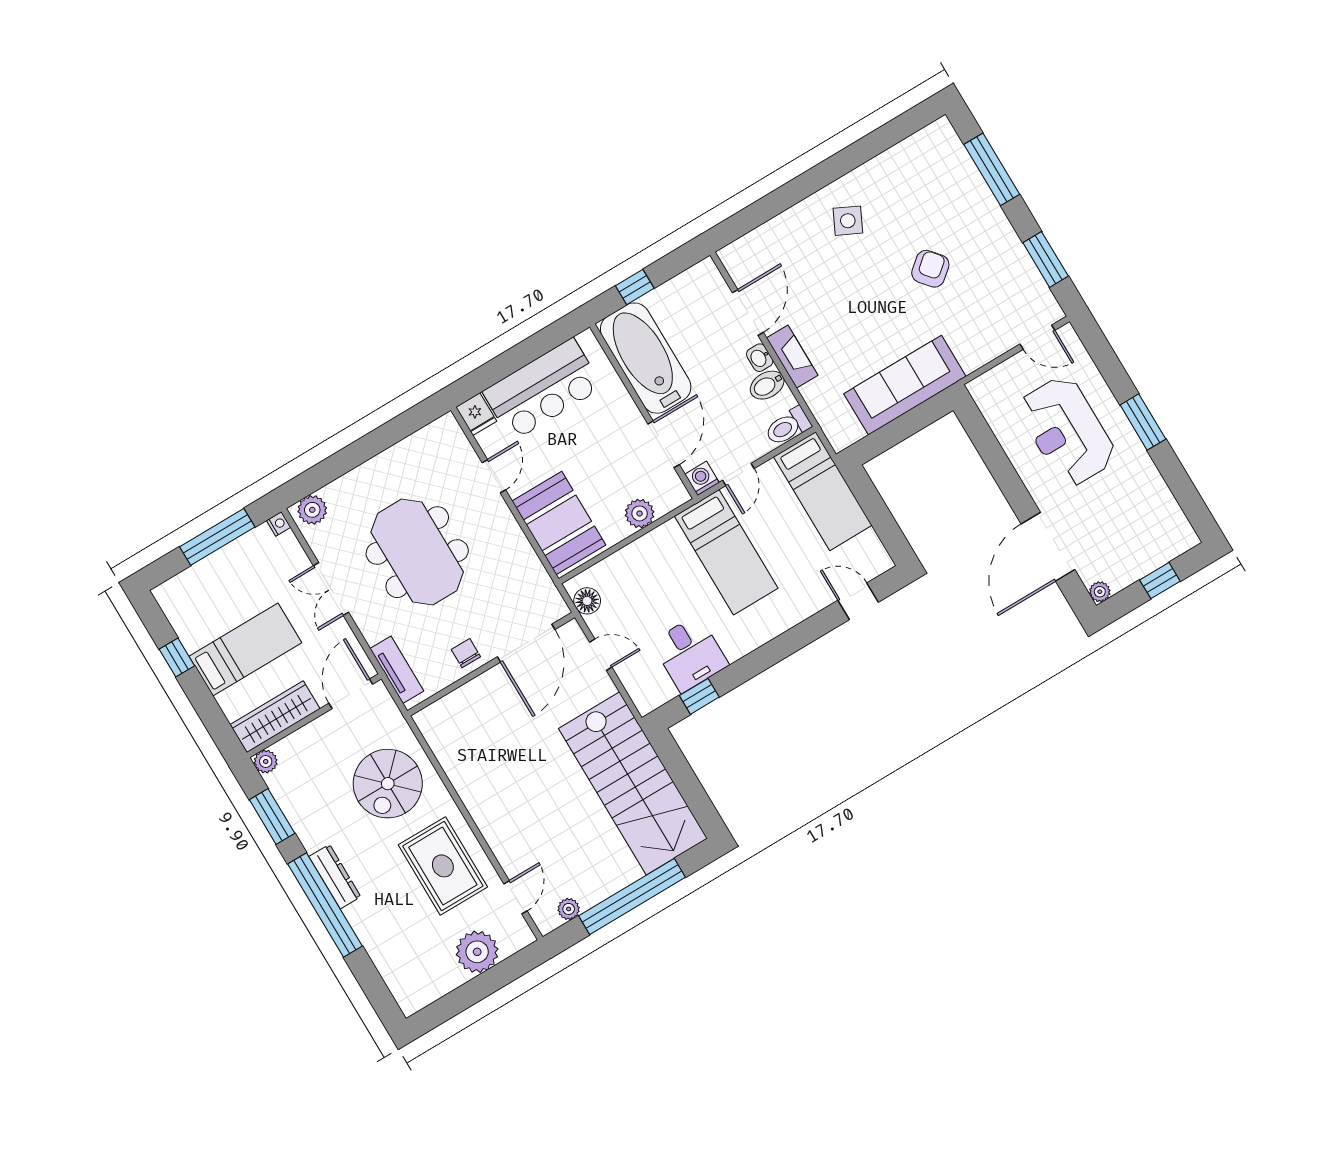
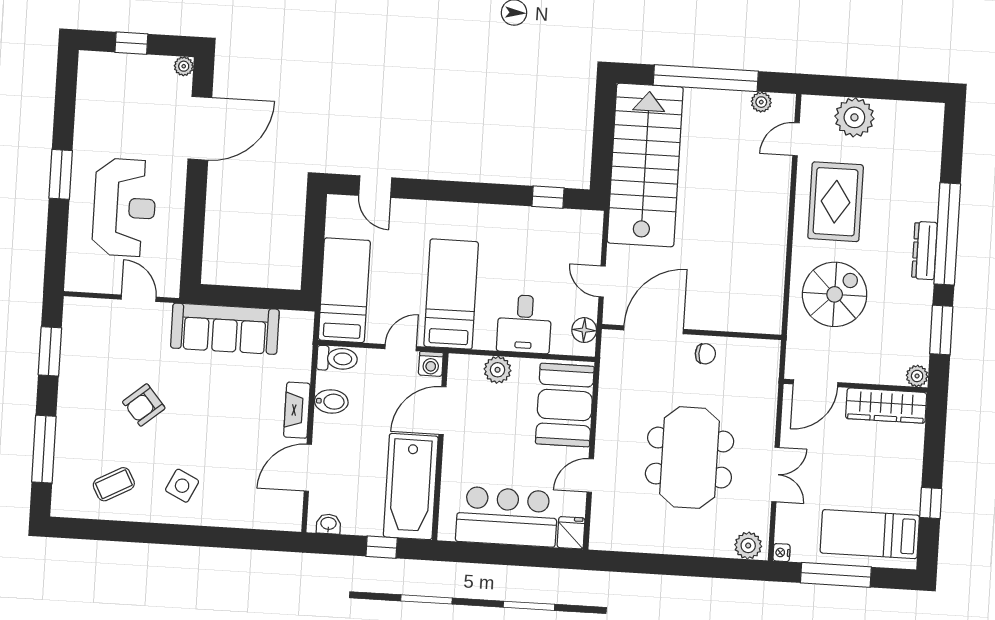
coffee table: (909, 181) -> (114, 484), added
door: (1037, 337) -> (139, 298), moved
washbasin: (760, 358) -> (328, 524), moved, turned -90
bed: (245, 650) -> (870, 534), moved
chair: (466, 653) -> (705, 354), turned -90
desk: (690, 654) -> (524, 324), moved, turned 180
tv unit: (397, 670) -> (767, 377), removed

